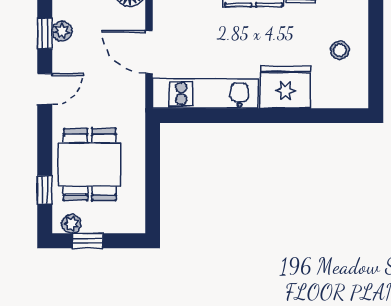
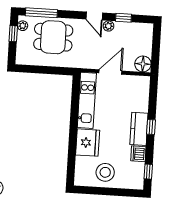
plant: (62, 31) -> (108, 26), moved
stool: (340, 50) -> (105, 172), width x1.89, depth x1.89
window: (45, 190) -> (41, 13), width x2.17

